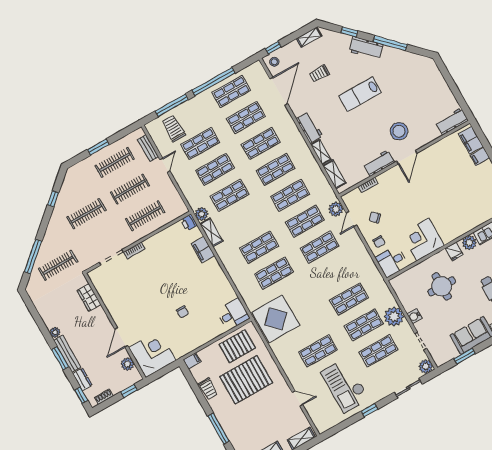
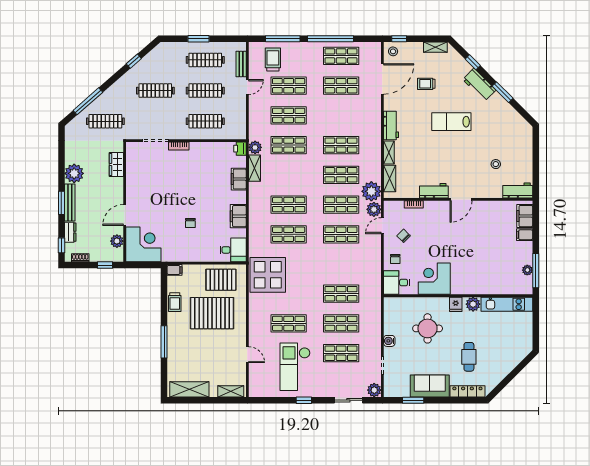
window: (390, 43) -> (503, 92), width x0.69
stool: (399, 131) -> (496, 164), moved, width x0.53, depth x0.53
shop shelf: (261, 143) -> (341, 115), removed
filing cabinet: (221, 282) -> (238, 216), added
plant: (394, 317) -> (371, 191), moved
plant: (55, 332) -> (74, 173), width x1.87, depth x1.87

